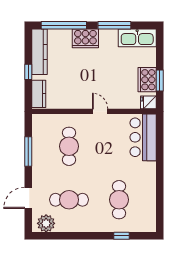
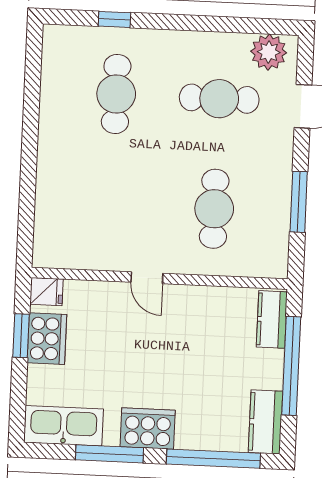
cooker: (85, 38) -> (148, 428), moved
kitchen counter: (39, 52) -> (266, 422), width x0.67
window: (28, 72) -> (291, 366), width x3.17
bar counter: (143, 137) -> (61, 220), removed

